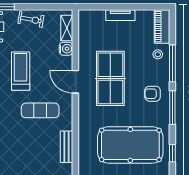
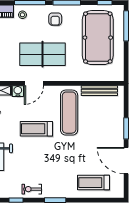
door: (75, 82) -> (34, 83), moved
exercise mat: (40, 110) -> (69, 113), width x1.36, depth x1.45
bench: (67, 147) -> (99, 91), width x1.36

